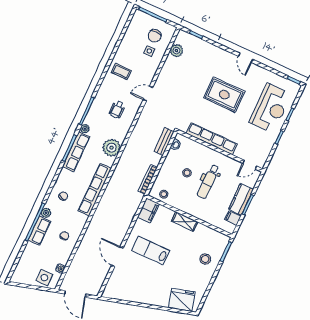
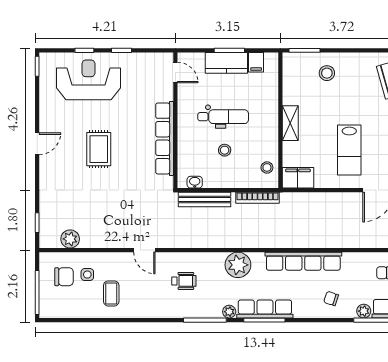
coffee table: (121, 71) -> (111, 293), moved
rug: (224, 95) -> (99, 149), width x0.73, depth x0.70
bench: (164, 142) -> (205, 200), width x1.36

